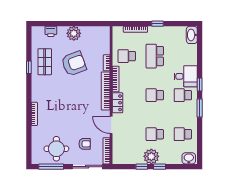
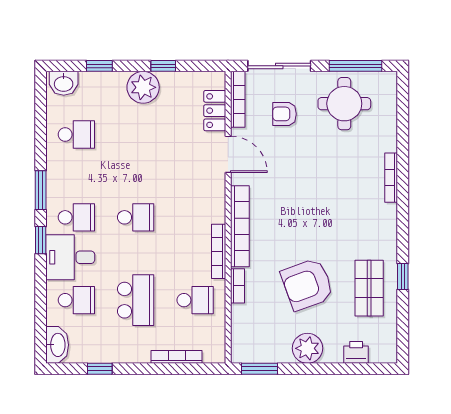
window: (96, 24) -> (259, 369), added
window: (157, 24) -> (100, 369), moved
locker: (117, 103) -> (215, 111), moved
school desk: (155, 134) -> (76, 300), moved
window: (159, 167) -> (99, 66), moved

